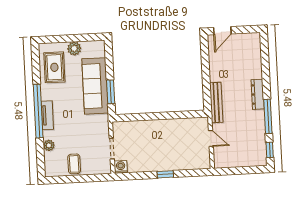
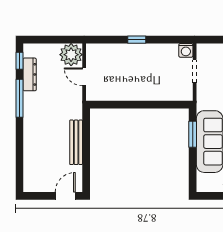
dresser: (258, 94) -> (30, 74), moved
bench: (216, 102) -> (76, 142), moved
plant: (224, 158) -> (71, 55), added

